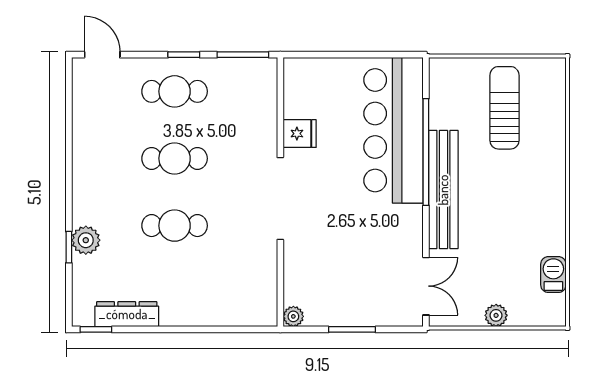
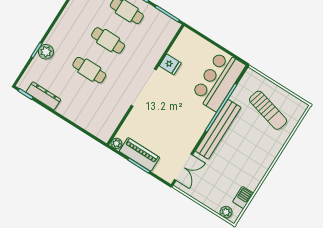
sun lounger: (504, 108) -> (268, 110), turned 105
bar counter: (394, 130) -> (218, 81), width x0.73
piano: (342, 311) -> (139, 154), added
plant: (496, 315) -> (226, 212), moved

